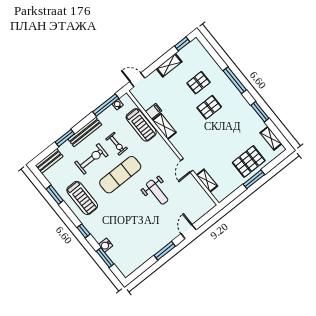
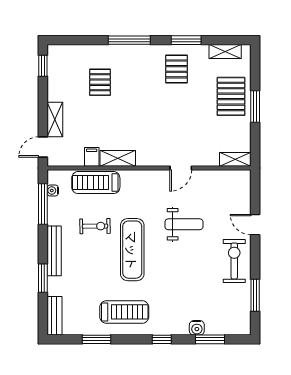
shelving: (169, 65) -> (55, 119), moved
pallet: (209, 107) -> (177, 69), moved
treadmill: (141, 125) -> (96, 183), turned 180
exercise bike: (91, 159) -> (234, 261), moved
door: (187, 165) -> (181, 168), hinge flipped
shelving: (207, 181) -> (235, 159), moved
window: (165, 251) -> (255, 295), moved

